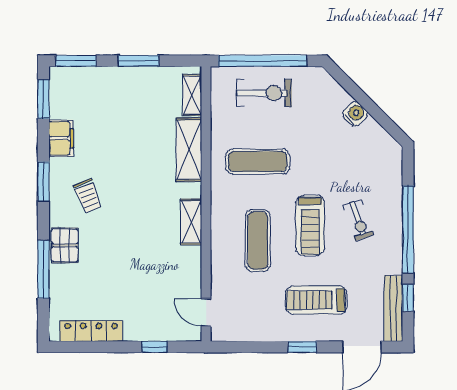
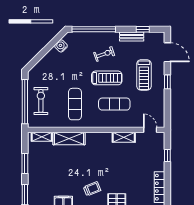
water cooler: (355, 114) -> (61, 46), moved
shelving: (191, 222) -> (124, 137), moved
window: (408, 229) -> (94, 29), moved
bench: (393, 308) -> (132, 37), moved, width x0.73
door: (206, 312) -> (150, 130), swing flipped

